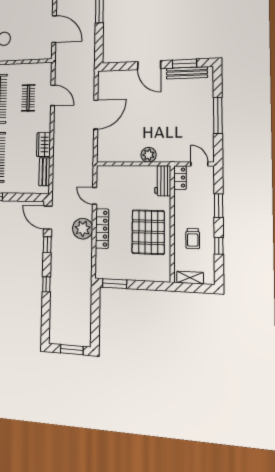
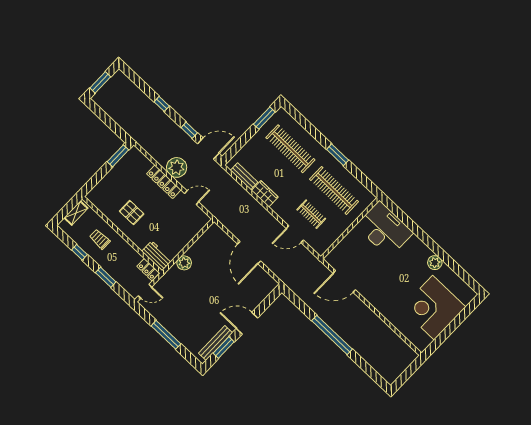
pallet: (148, 232) -> (132, 213), width x0.49, depth x0.50

